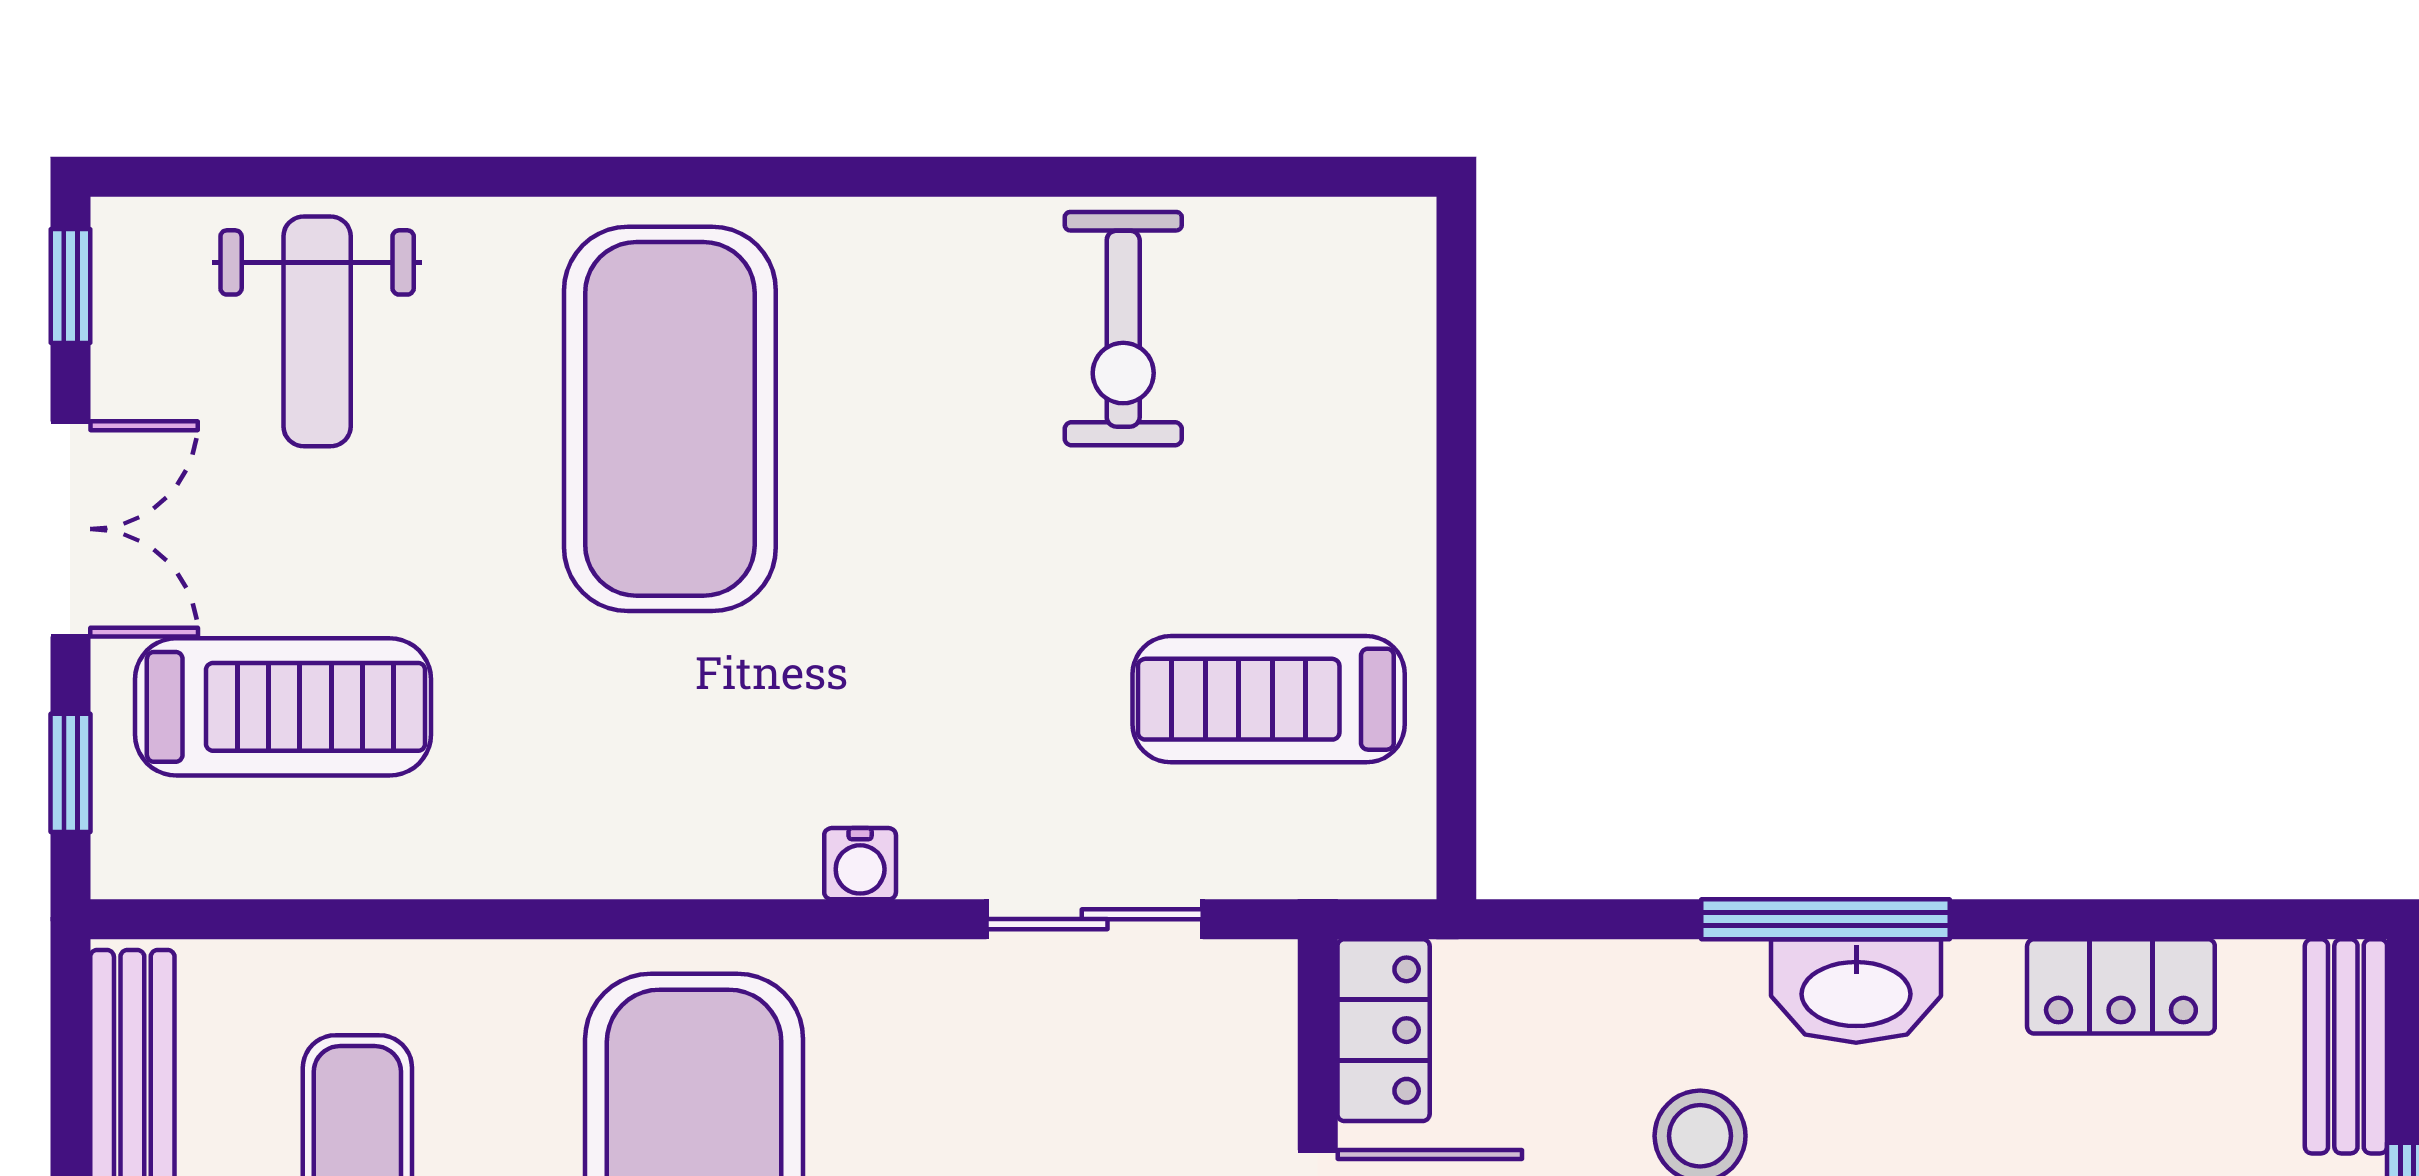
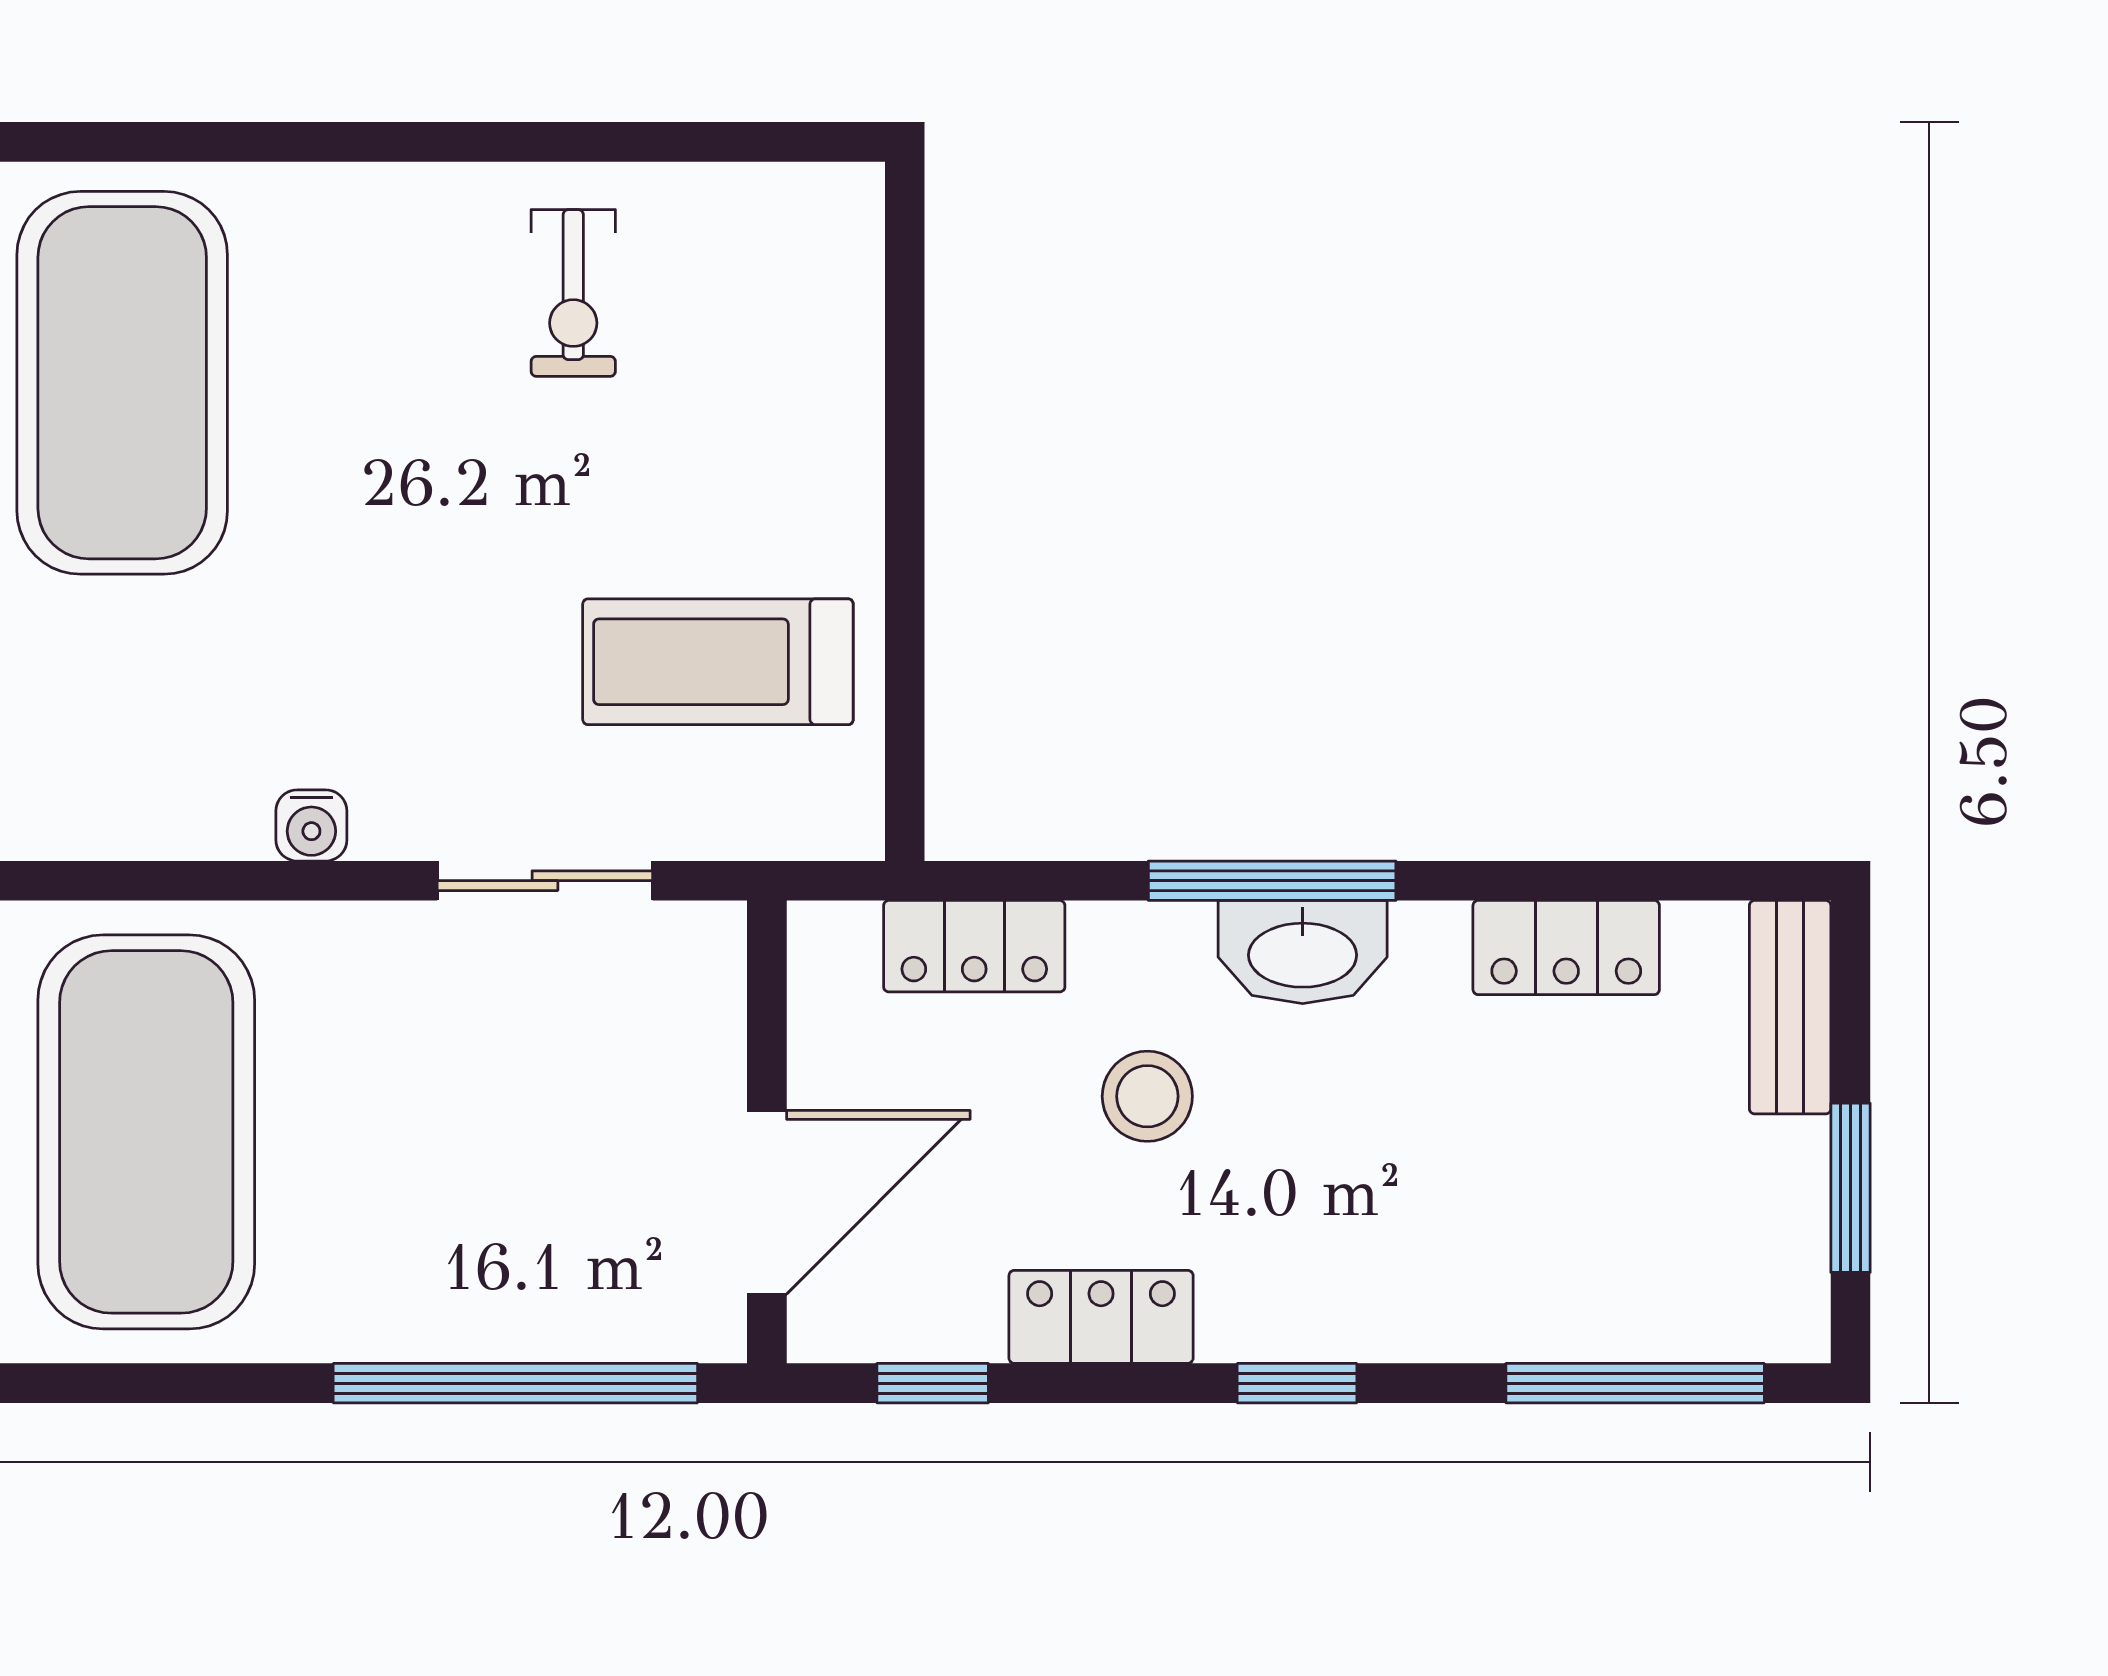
exercise bike: (1123, 329) -> (573, 293), width x0.73, depth x0.72
locker: (1384, 1030) -> (974, 946), moved, turned 90

